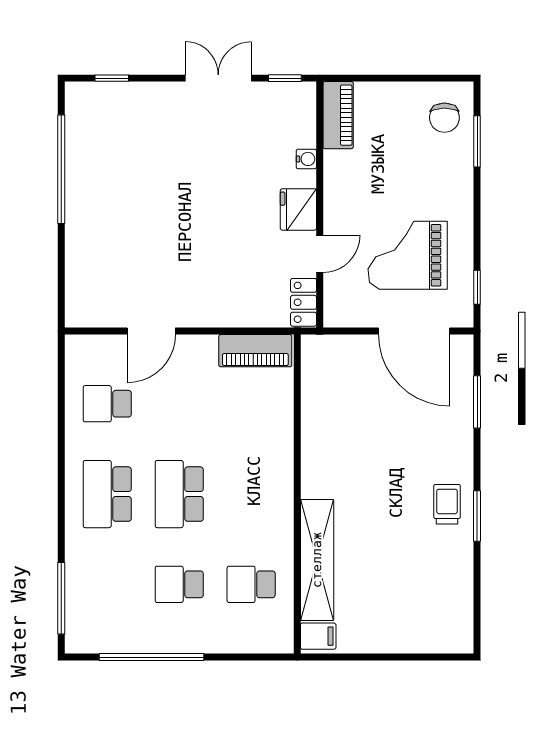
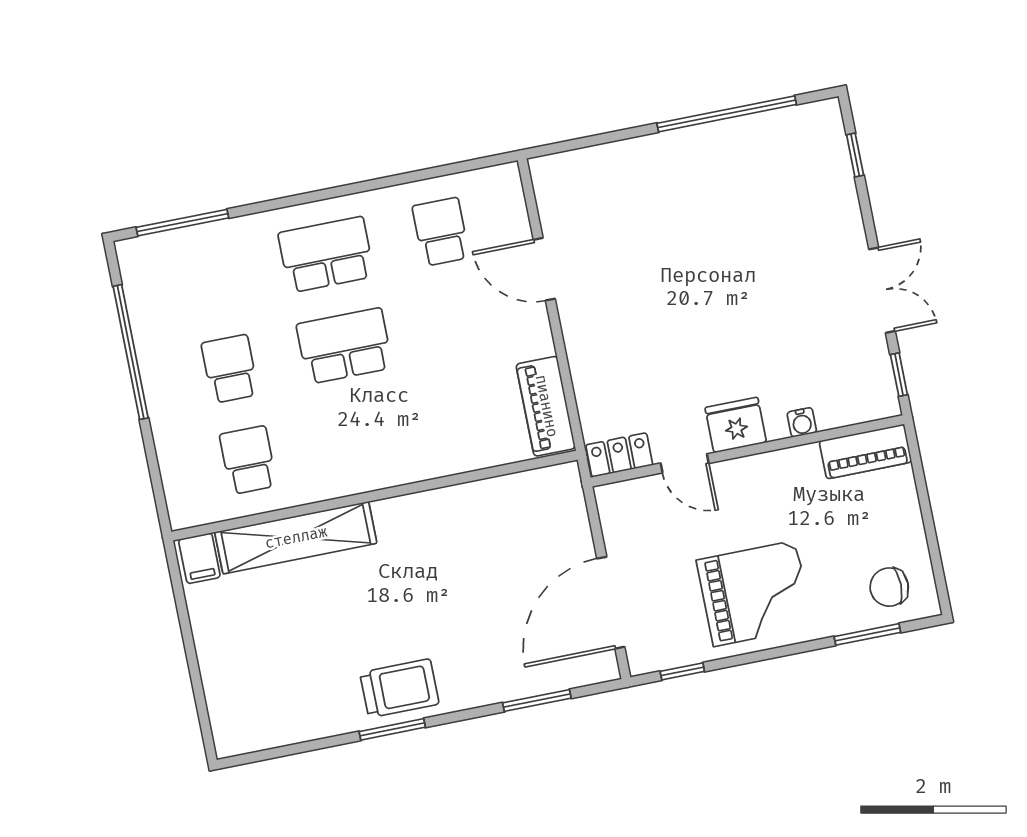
grand piano: (408, 255) -> (755, 593), moved, turned 90
trolley: (447, 504) -> (399, 688), width x1.36, depth x1.39

